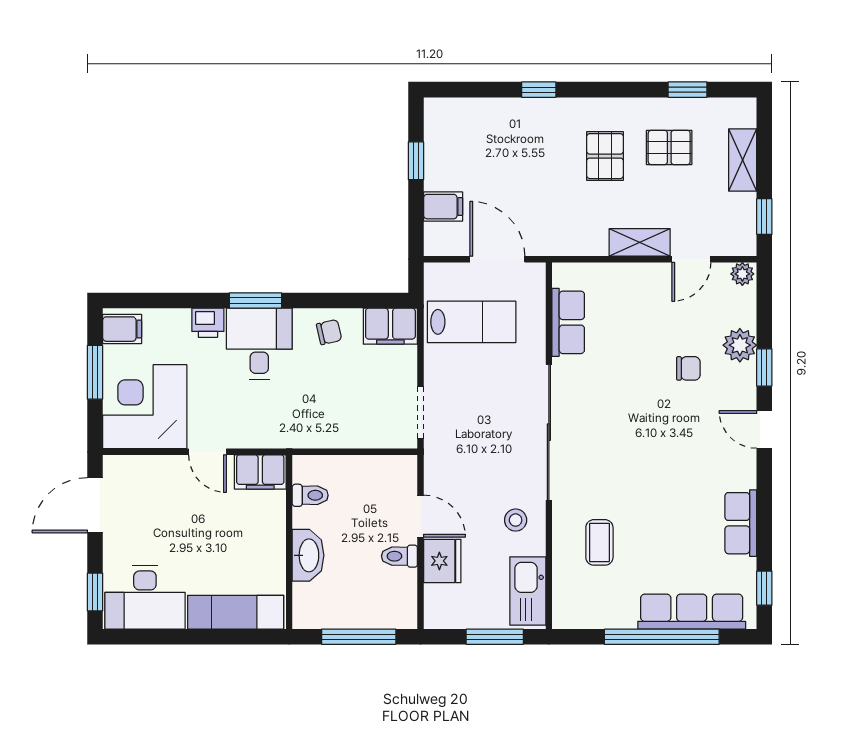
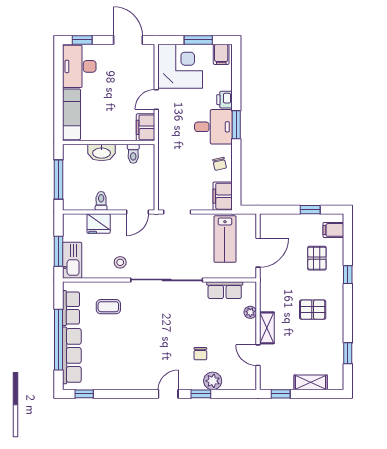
pallet: (669, 147) -> (317, 258), moved
filing cabinet: (443, 207) -> (333, 230), moved, turned 90
plant: (742, 274) -> (250, 312), moved
door: (421, 516) -> (137, 212), moved
row of seats: (741, 523) -> (71, 308), moved, turned 90
kitchen sink: (528, 591) -> (72, 260), moved, turned 90

